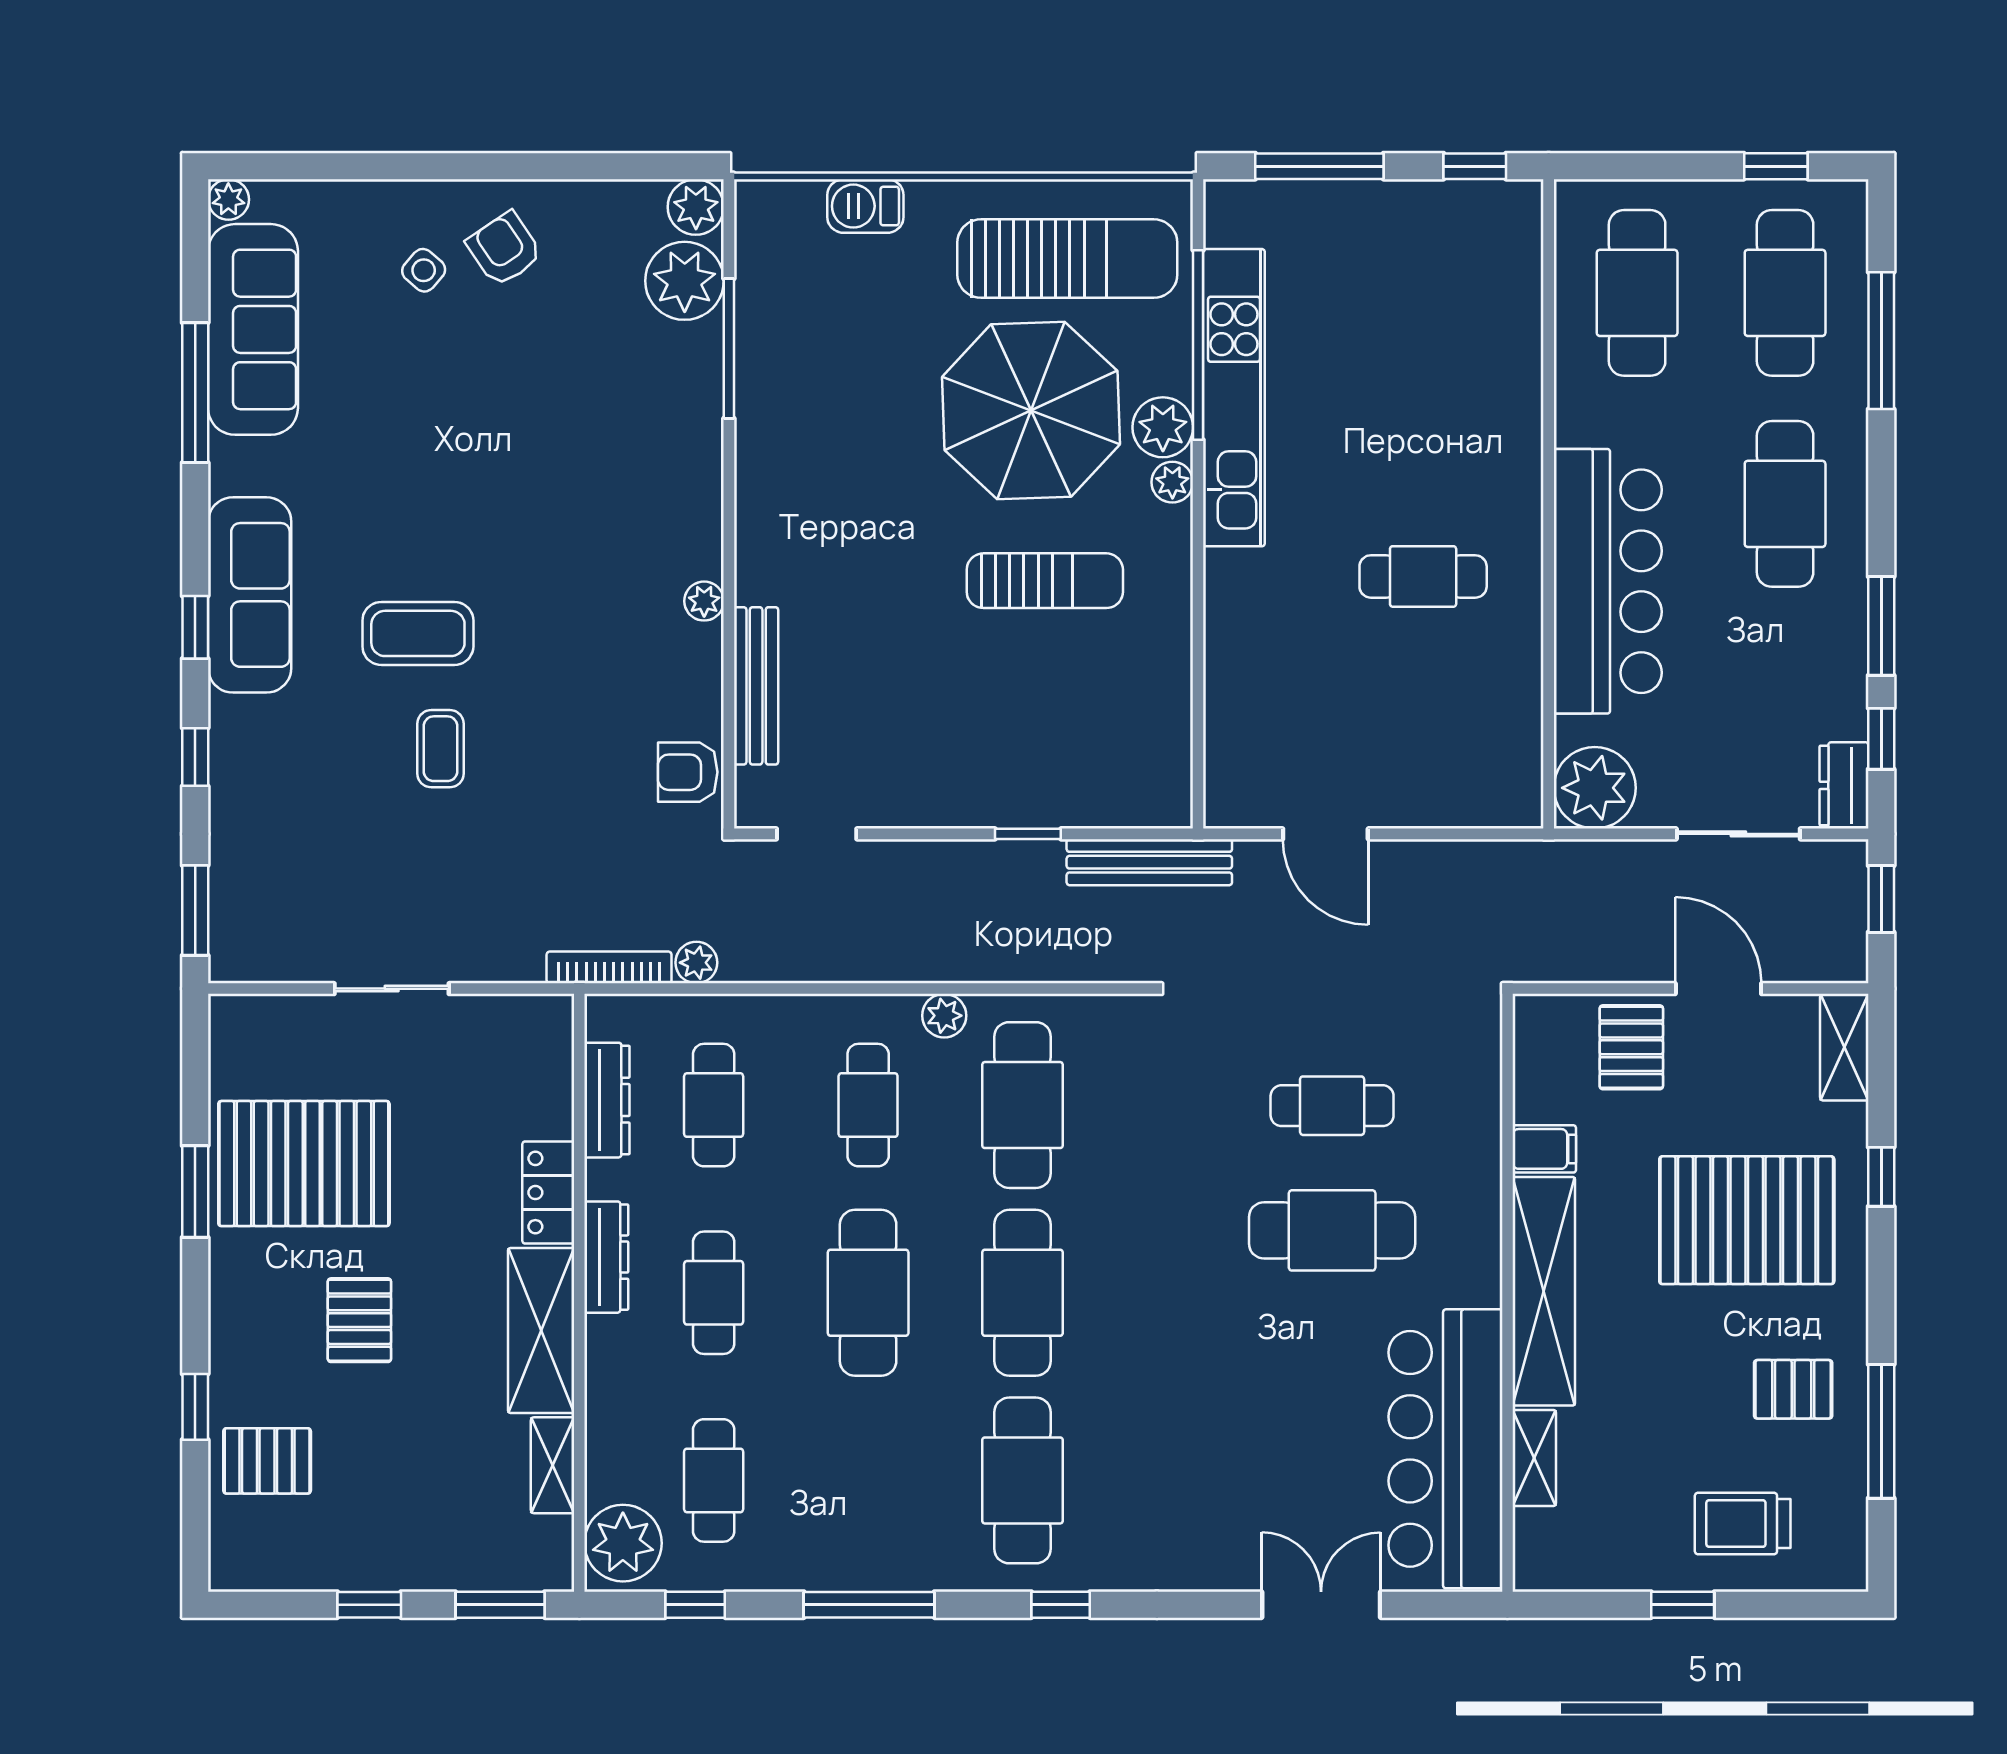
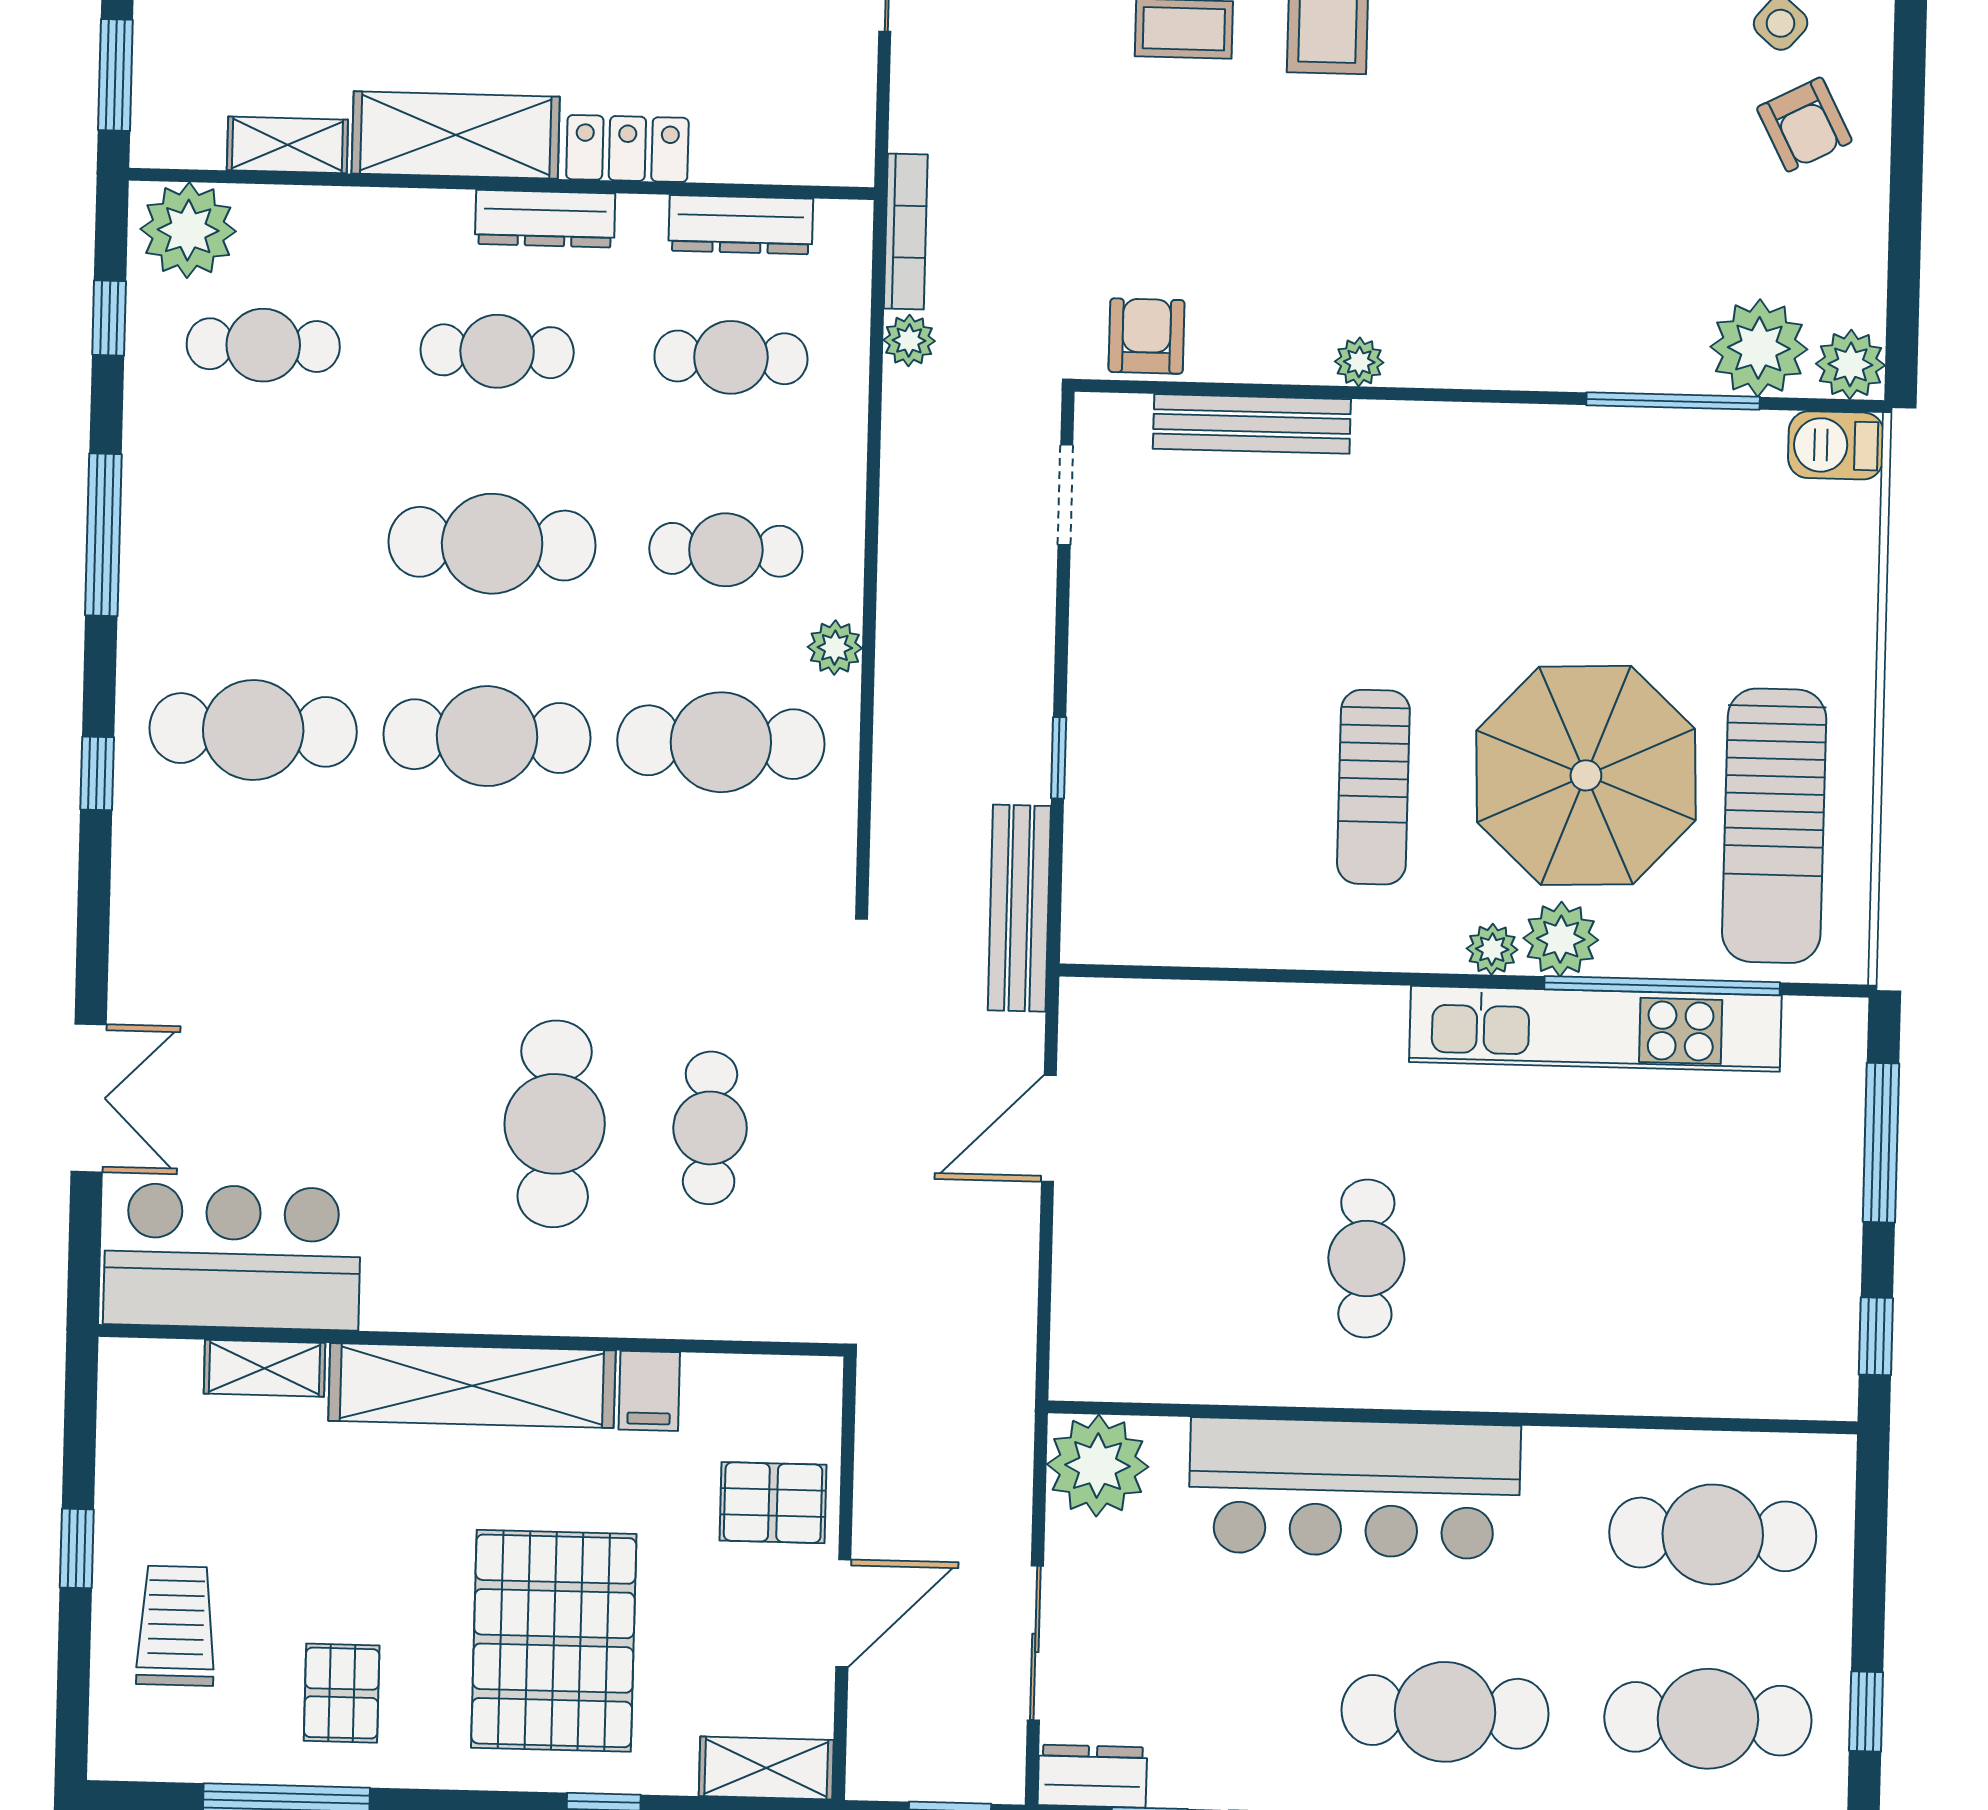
barbecue: (865, 206) -> (1836, 445), moved, turned -90
armchair: (504, 249) -> (1804, 125), turned 97
bar counter: (1445, 1449) -> (232, 1257), width x0.73

